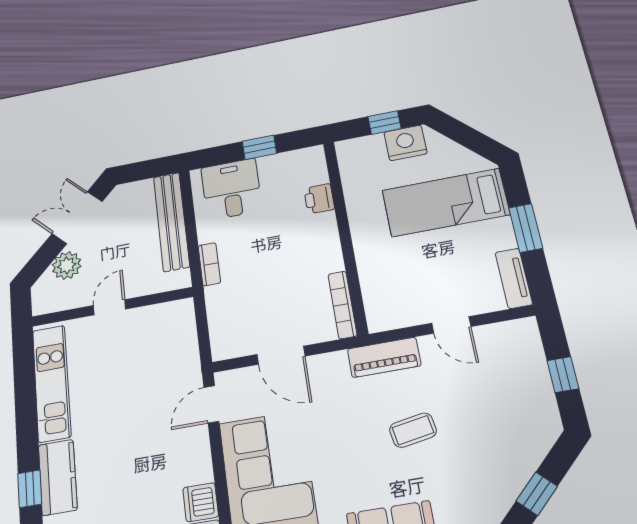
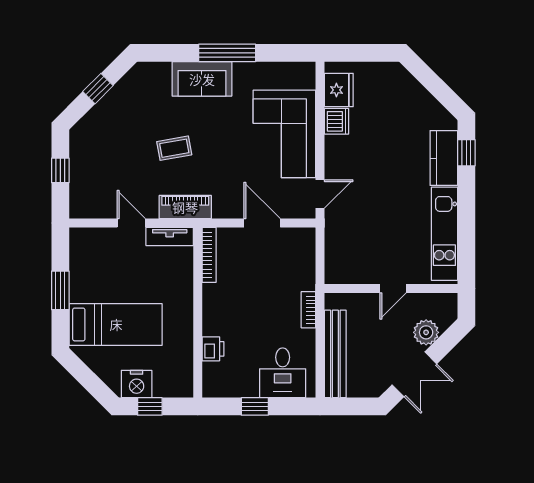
tv unit: (514, 278) -> (170, 236), moved, turned 90

